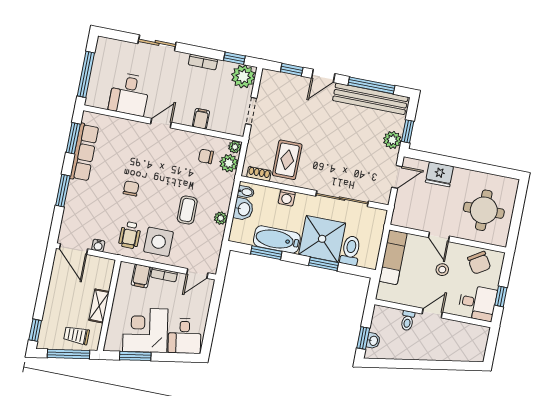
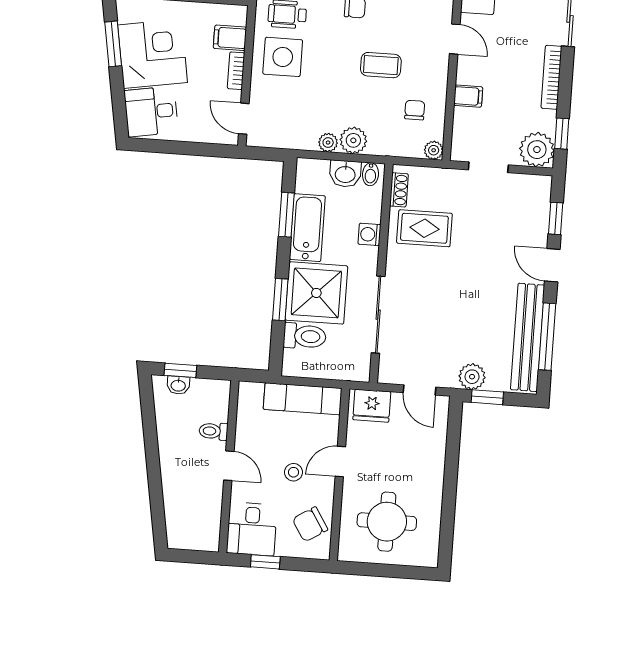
bookcase: (203, 62) -> (551, 77), width x1.56
plant: (229, 163) -> (353, 140), moved
fridge: (439, 174) -> (372, 406), moved, turned -90
coffee table: (187, 210) -> (381, 65), moved

